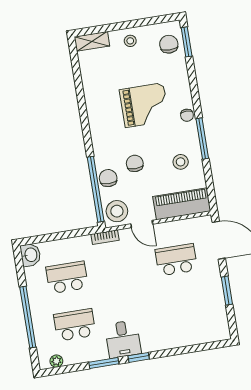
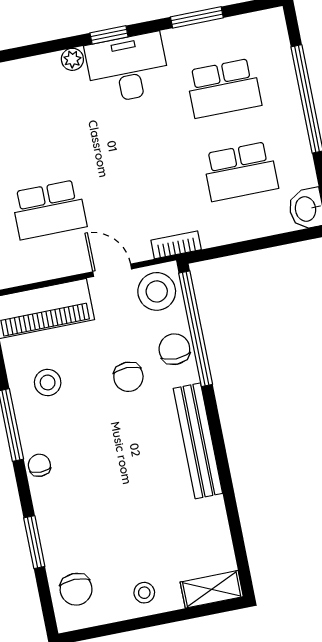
window: (187, 42) -> (34, 542), moved
grand piano: (144, 105) -> (115, 480), removed
bench: (97, 126) -> (198, 441), added
chair: (108, 178) -> (174, 349), turned 180
desk: (123, 339) -> (128, 68), width x1.37
plant: (56, 361) -> (72, 59), moved
window: (104, 363) -> (197, 17), moved

